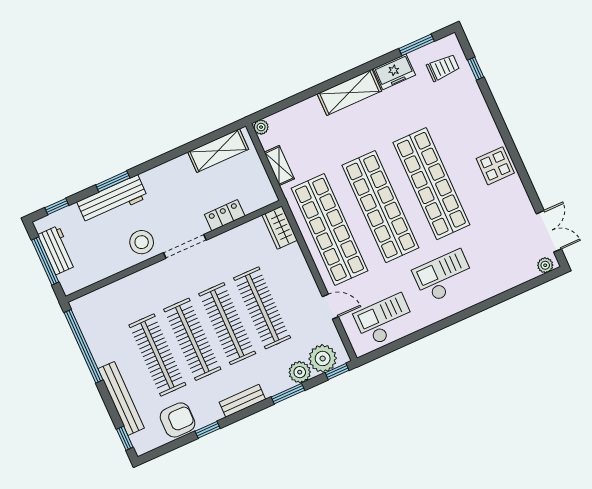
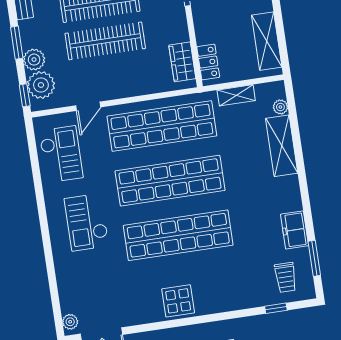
shelving: (349, 92) -> (282, 146), moved
plant: (261, 127) -> (280, 107), moved
locker: (225, 215) -> (208, 62), moved
wardrobe: (280, 228) -> (182, 62), moved, turned -90
checkout: (444, 276) -> (87, 222), turned 180

